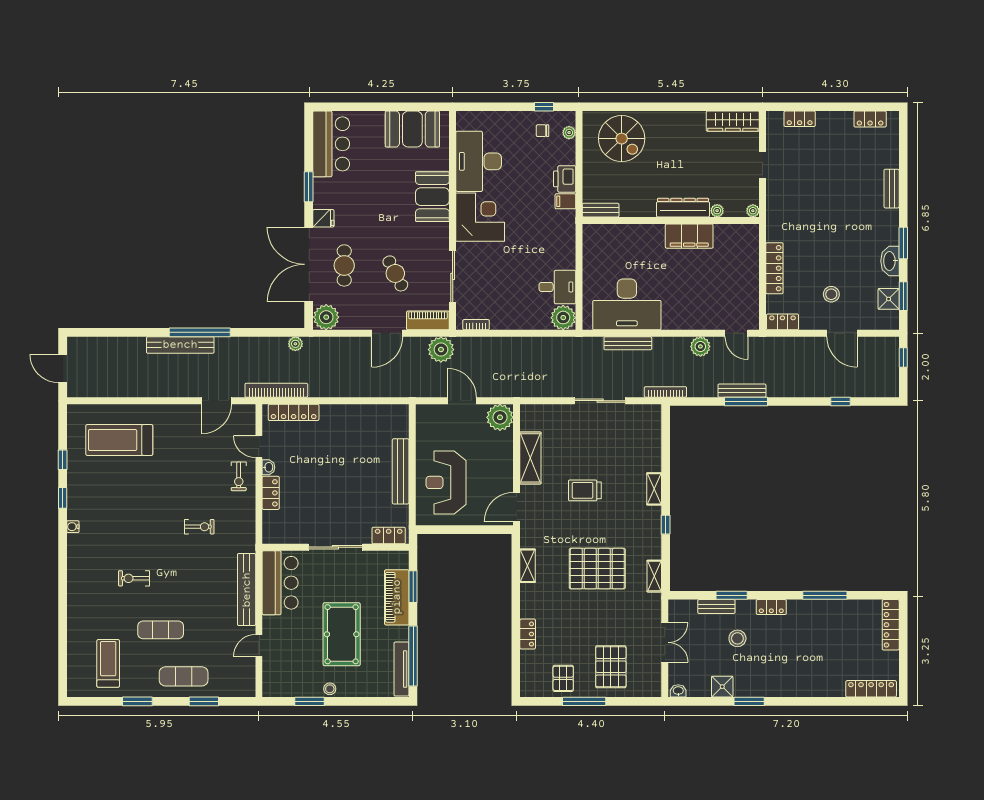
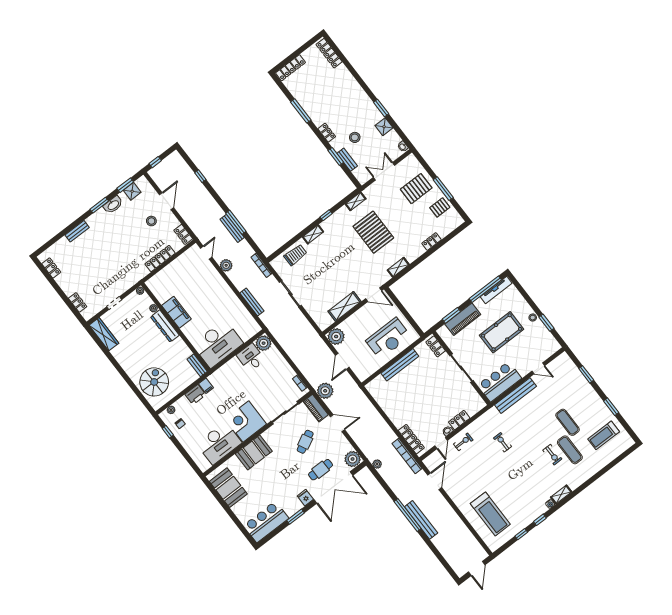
desk: (627, 304) -> (218, 344), moved, turned 90
door: (217, 401) -> (435, 481), hinge flipped
trolley: (585, 490) -> (295, 255), moved, turned -90
shelving: (74, 550) -> (561, 494), added
exercise mat: (184, 676) -> (570, 450), moved

